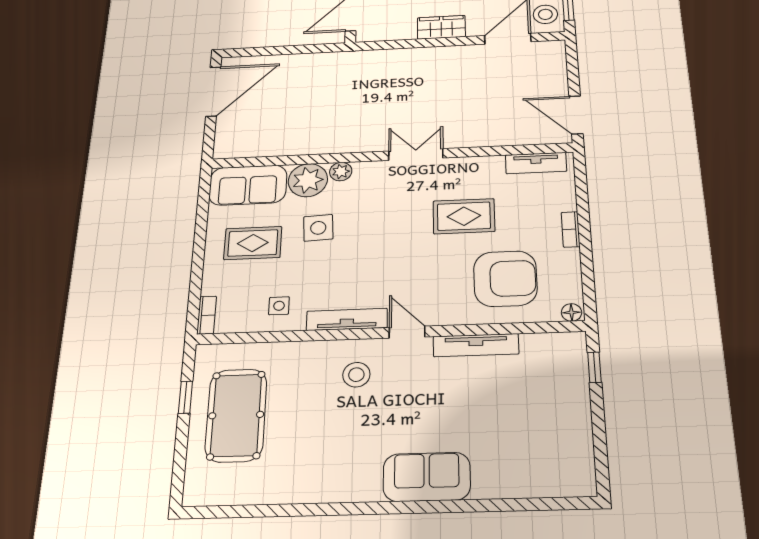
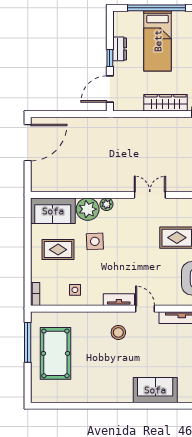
wardrobe: (441, 27) -> (166, 103), width x1.50
tv unit: (347, 319) -> (119, 300), width x0.71
window: (185, 397) -> (28, 342), width x2.17

